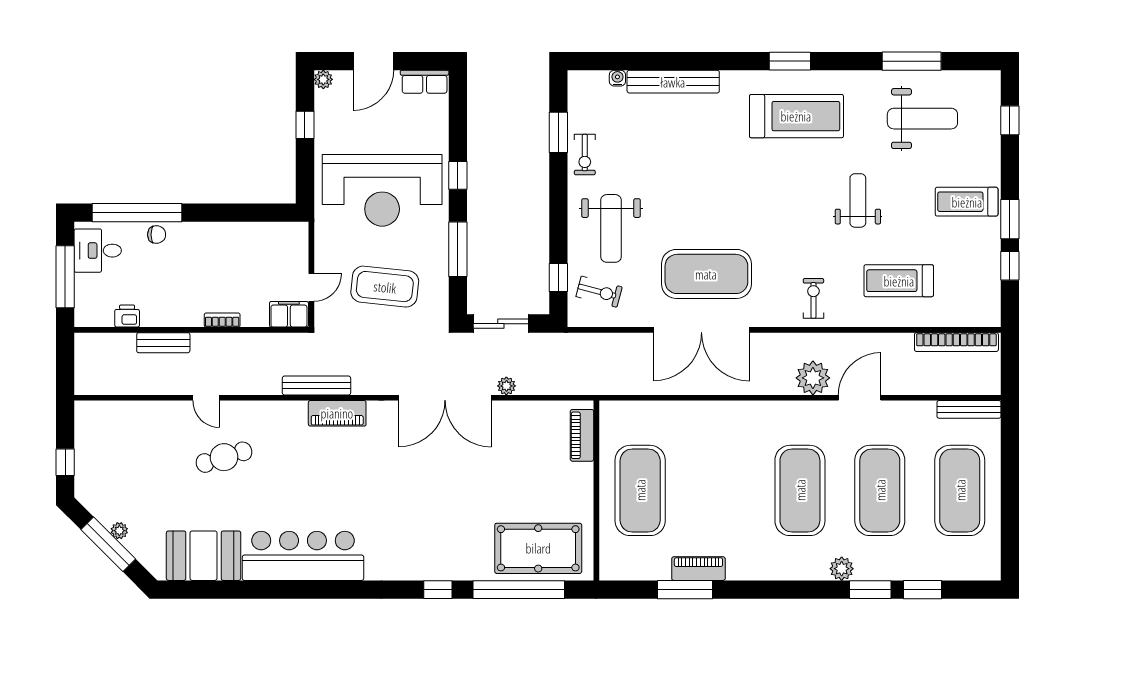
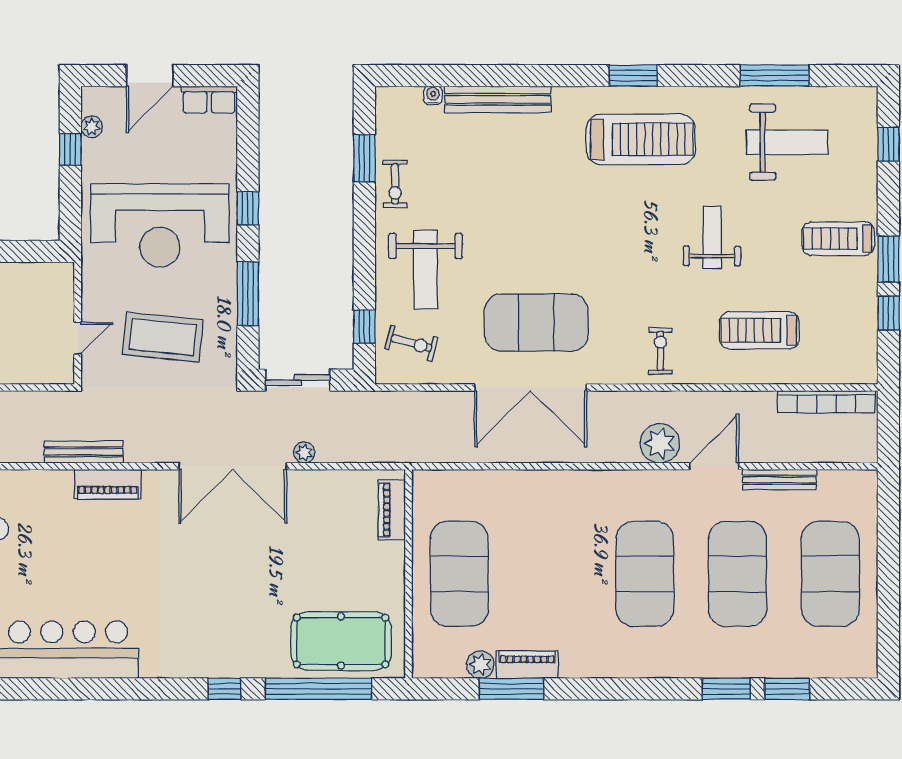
plant: (323, 79) -> (92, 127), moved
filing cabinet: (289, 314) -> (52, 369), removed
bench: (969, 409) -> (780, 480), moved
plant: (842, 569) -> (480, 665), moved

